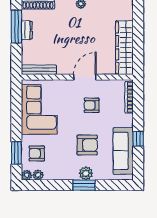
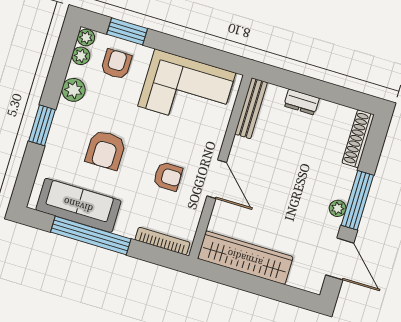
window: (16, 27) -> (332, 93), removed
dresser: (27, 30) -> (302, 102), moved
armchair: (92, 105) -> (168, 176), turned 90
window: (138, 139) -> (91, 236), width x3.17
plant: (86, 173) -> (73, 90), moved

